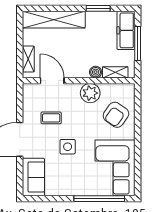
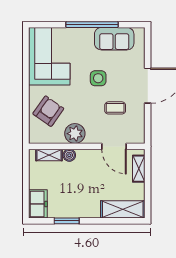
shelving: (54, 20) -> (123, 209), width x0.68
freezer: (126, 30) -> (38, 204), width x0.71
window: (138, 43) -> (26, 185), removed
sofa: (33, 177) -> (114, 39), moved, turned -90
window: (99, 199) -> (92, 25), moved

